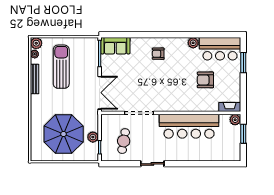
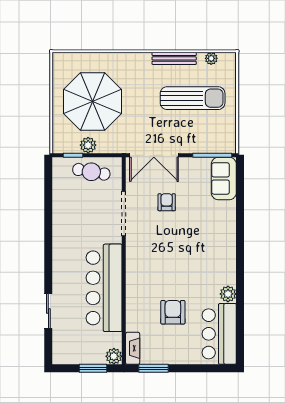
plant: (36, 43) -> (227, 61), removed
armchair: (158, 54) -> (167, 202), moved
window: (243, 63) -> (154, 368), moved
cafe table: (124, 141) -> (91, 172), moved
sliding door: (152, 164) -> (48, 311), moved

